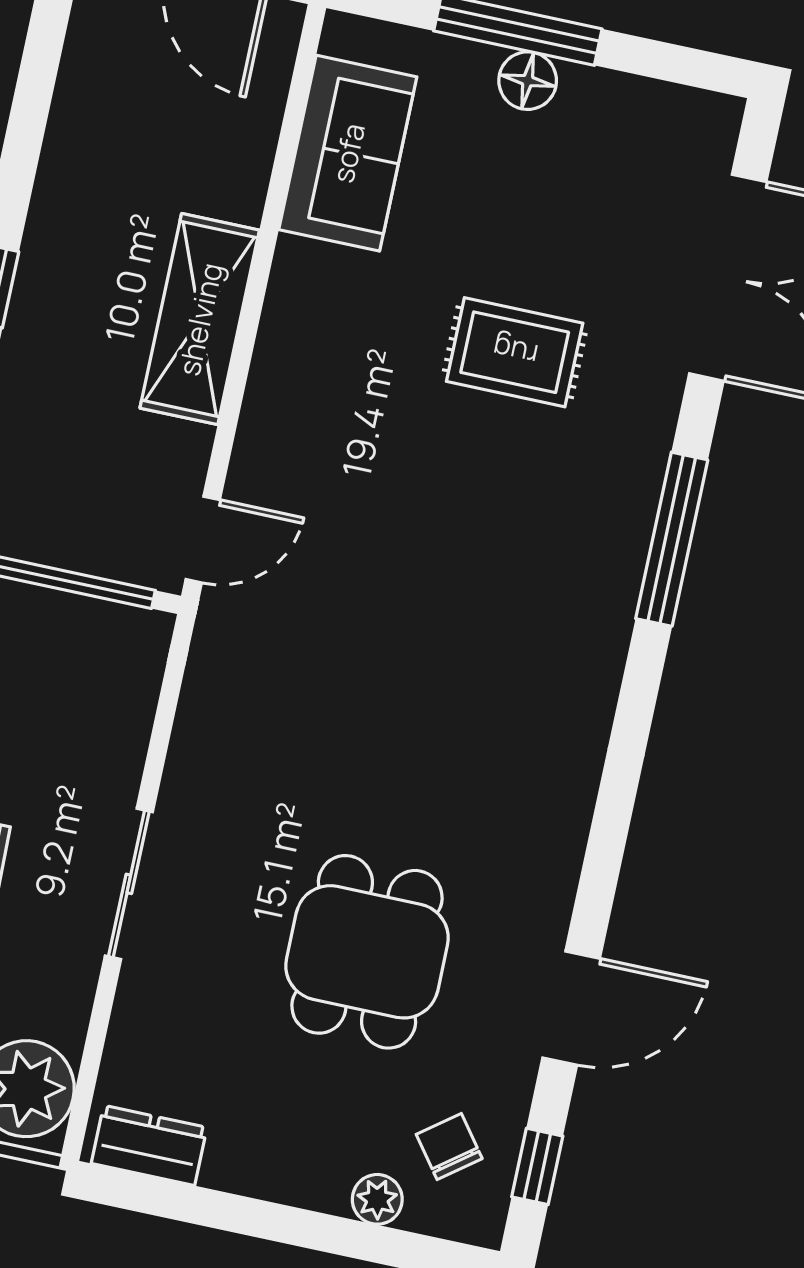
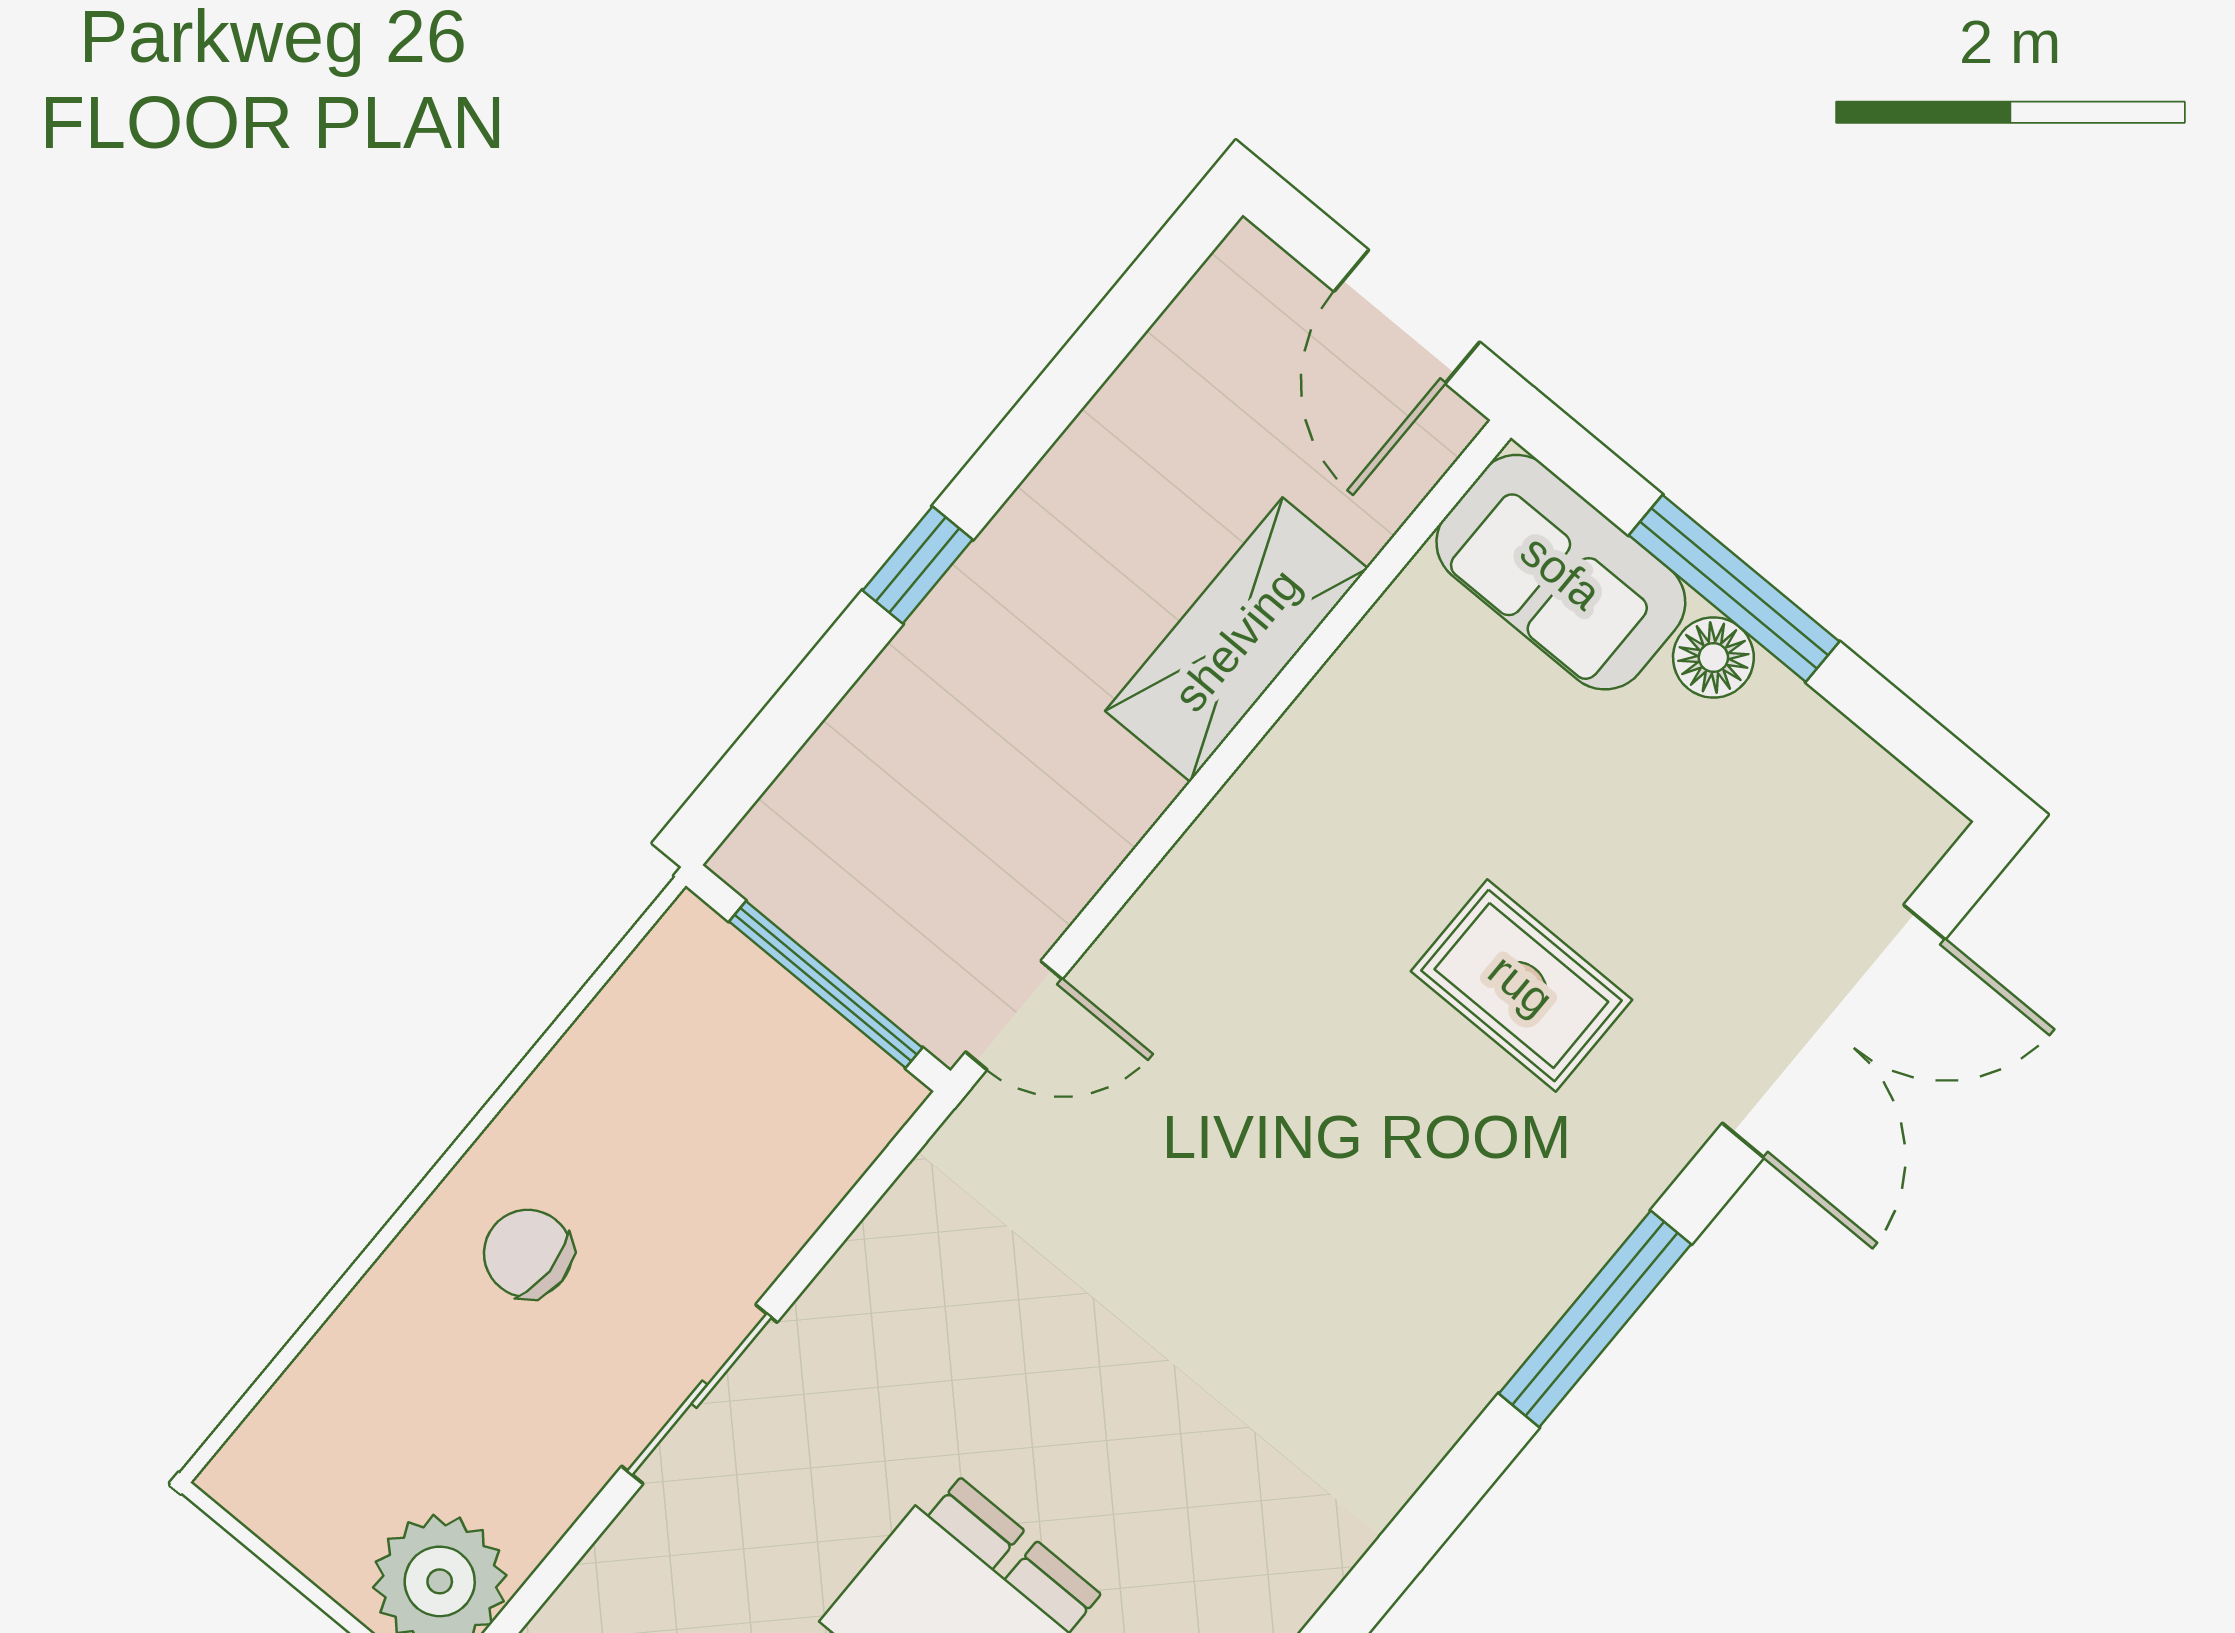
sofa: (348, 153) -> (1561, 572), moved, turned 90
shelving: (200, 319) -> (1237, 640), moved

